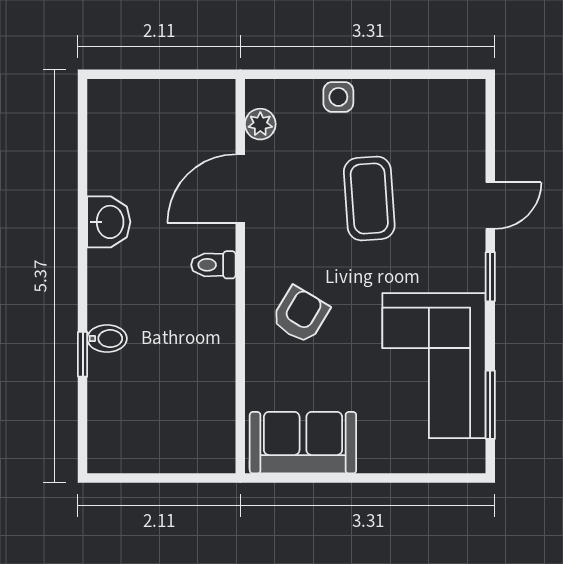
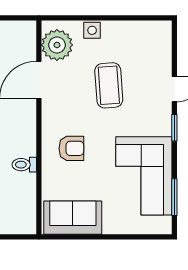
plant: (260, 124) -> (57, 45), width x1.88, depth x1.88
toilet: (213, 265) -> (24, 165), moved
armchair: (300, 315) -> (71, 148), turned 59

